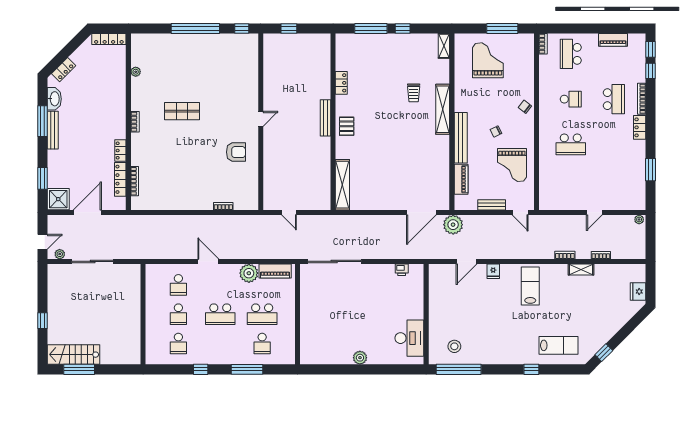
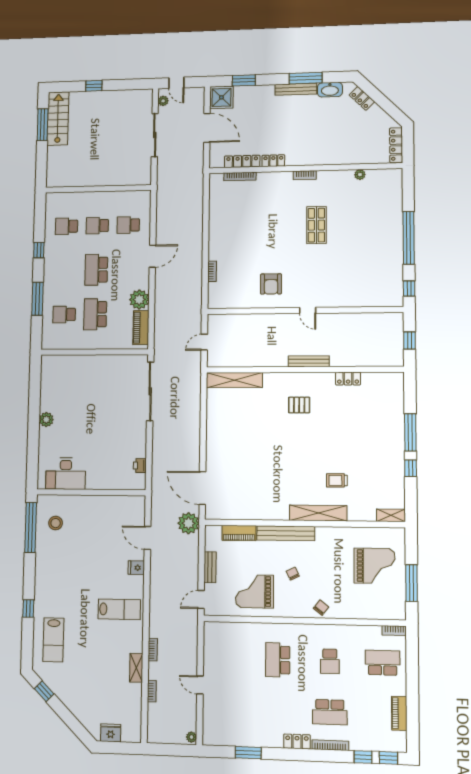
locker: (341, 83) -> (348, 379), moved
bench: (325, 118) -> (309, 361), moved
wall: (333, 122) -> (304, 370), moved
shelving: (342, 185) -> (234, 380), moved

